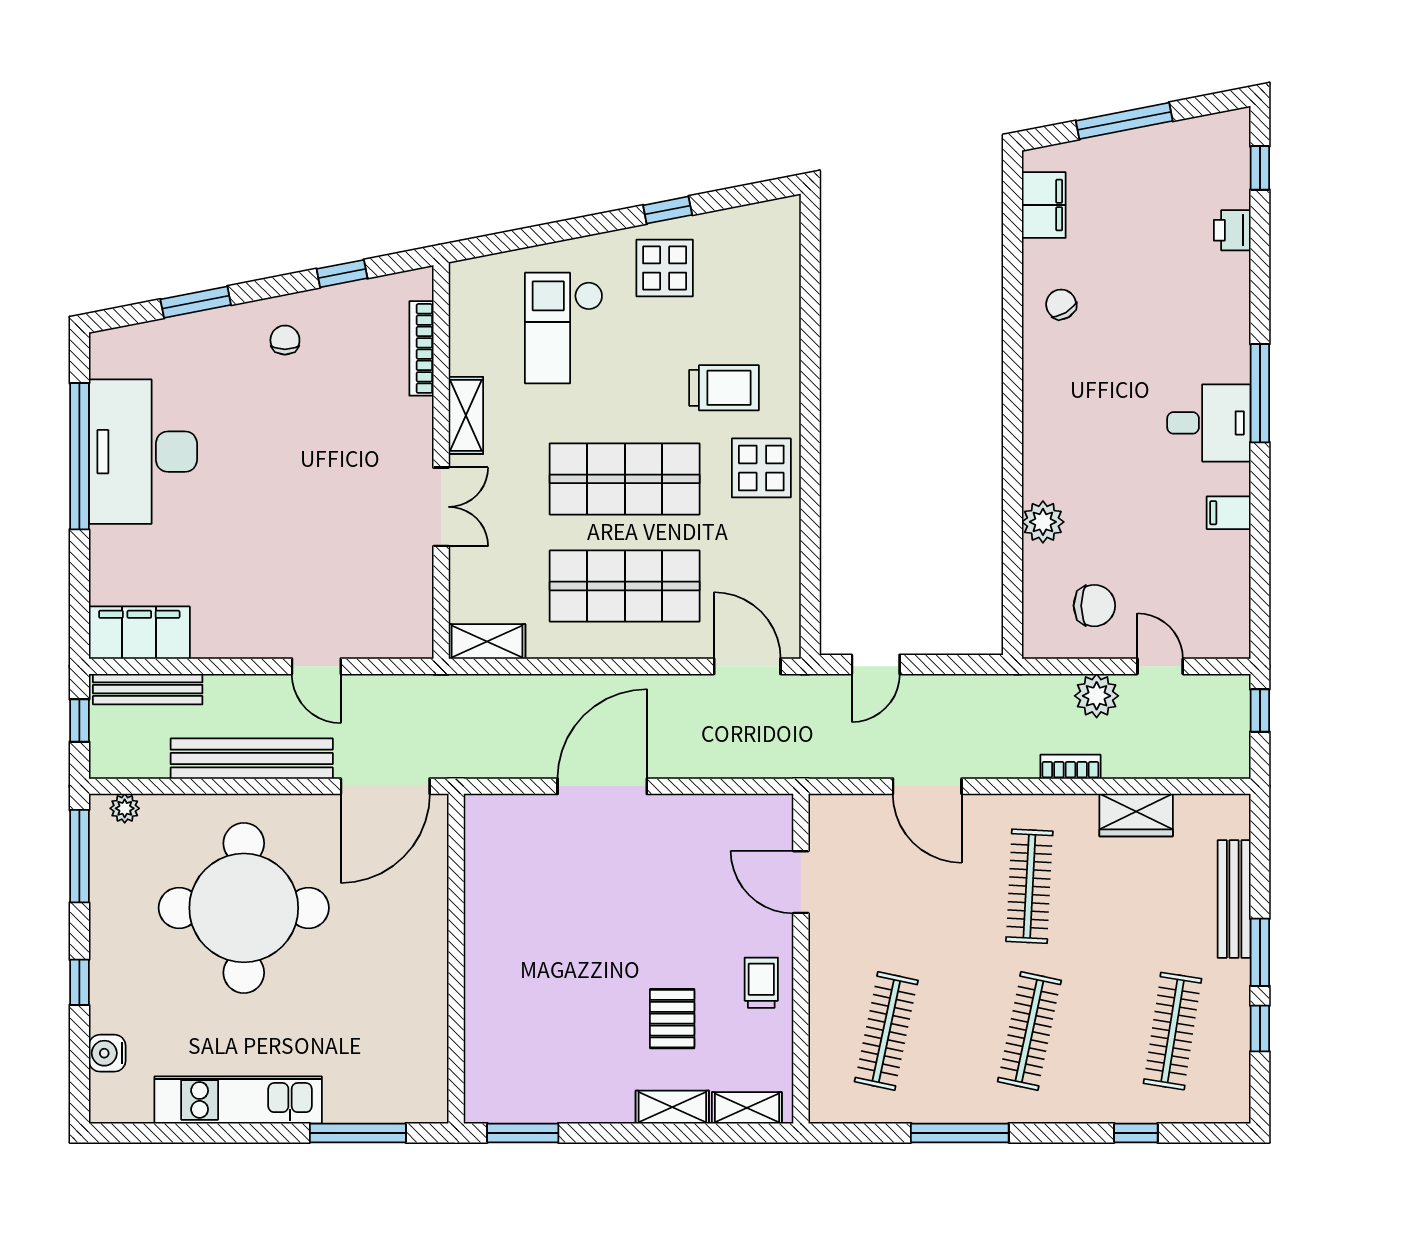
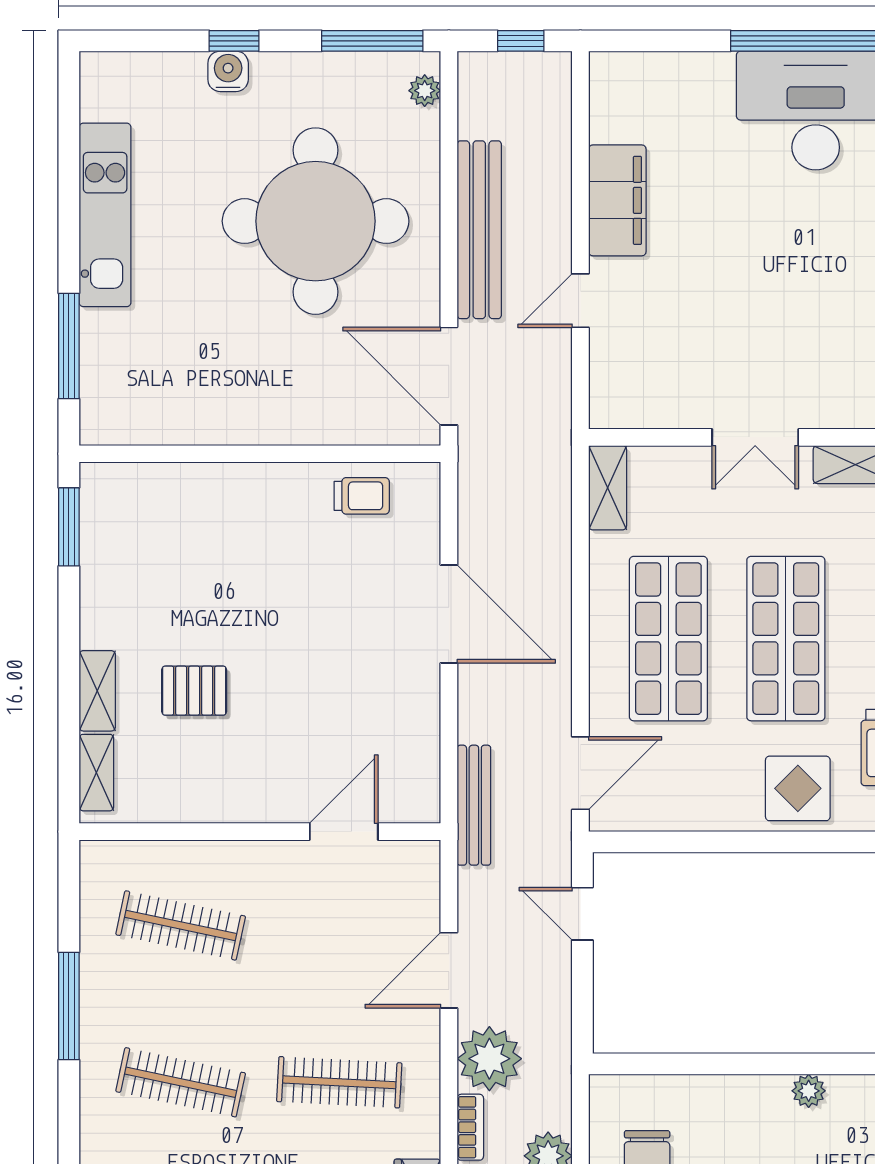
plant: (1043, 522) -> (809, 1091), moved, width x0.73, depth x0.73
filing cabinet: (139, 633) -> (617, 200), moved
bench: (148, 689) -> (474, 805), moved
plant: (1008, 749) -> (489, 1059), added
trolley: (761, 983) -> (362, 496), moved
water cooler: (107, 1053) -> (228, 71), moved

